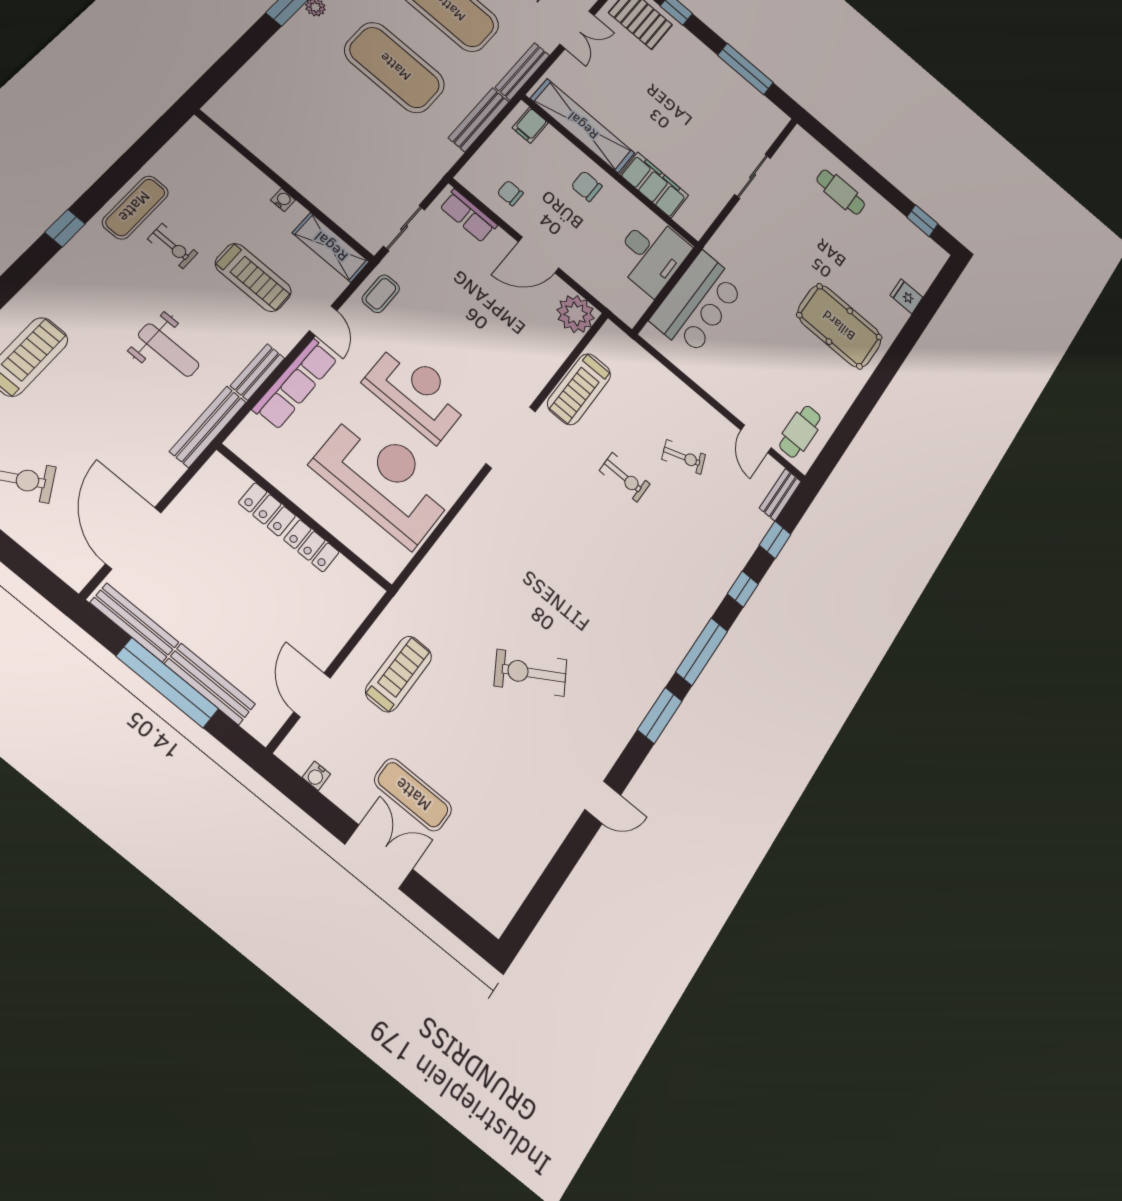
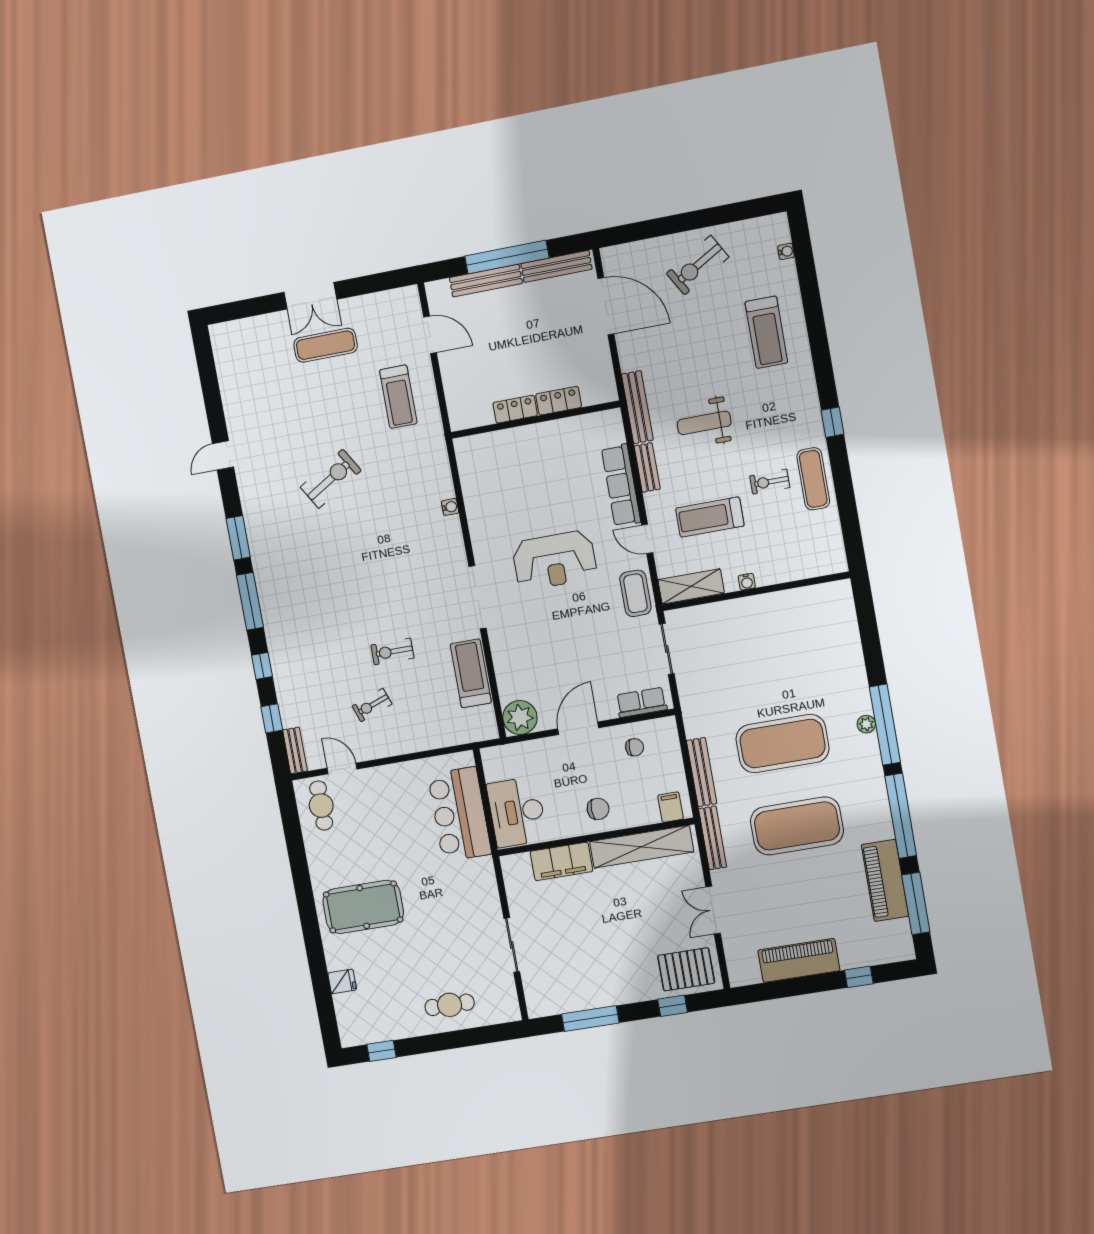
coffee table: (381, 294) -> (635, 593), width x1.36, depth x1.30
reception desk: (384, 479) -> (518, 490), removed
water cooler: (316, 776) -> (450, 507), moved, turned 90

